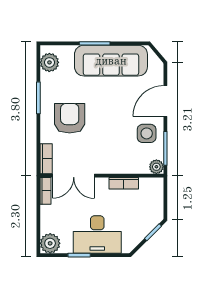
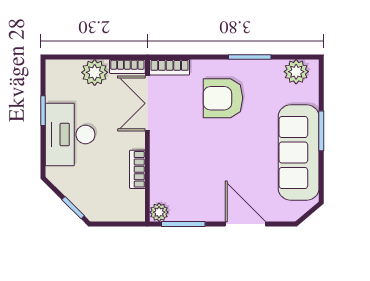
armchair: (70, 118) -> (223, 98), turned 180
side table: (147, 133) -> (203, 199), removed
plant: (50, 243) -> (95, 72), moved

